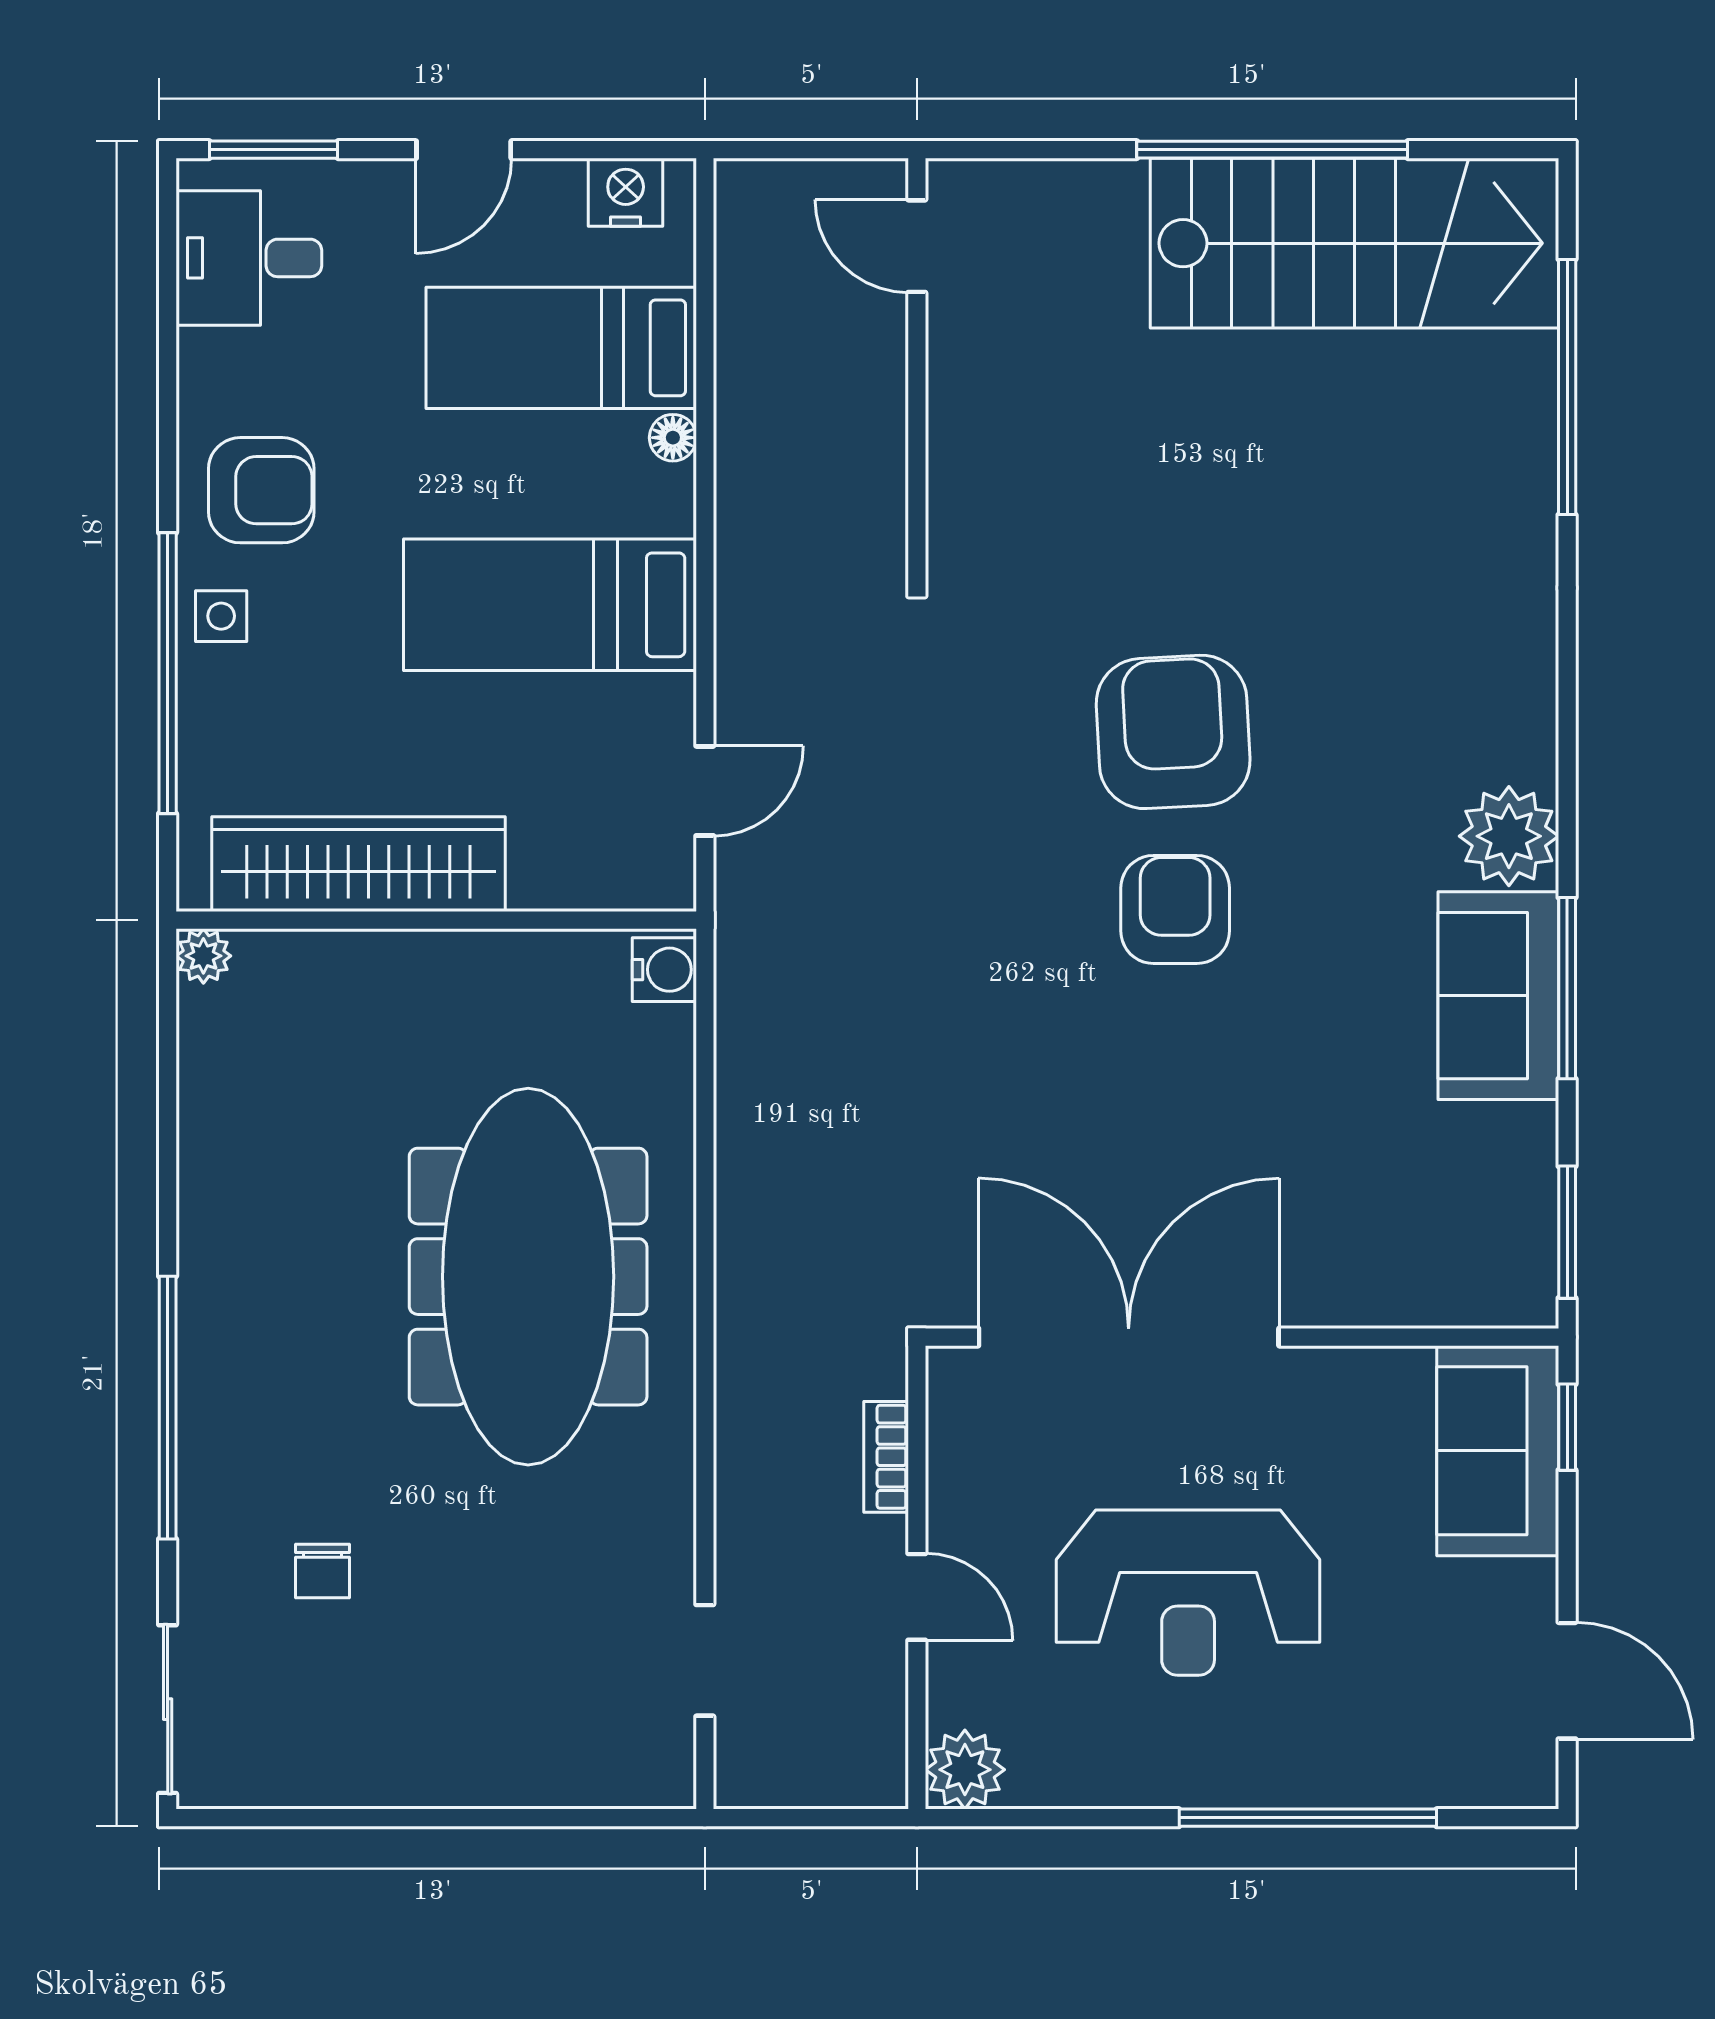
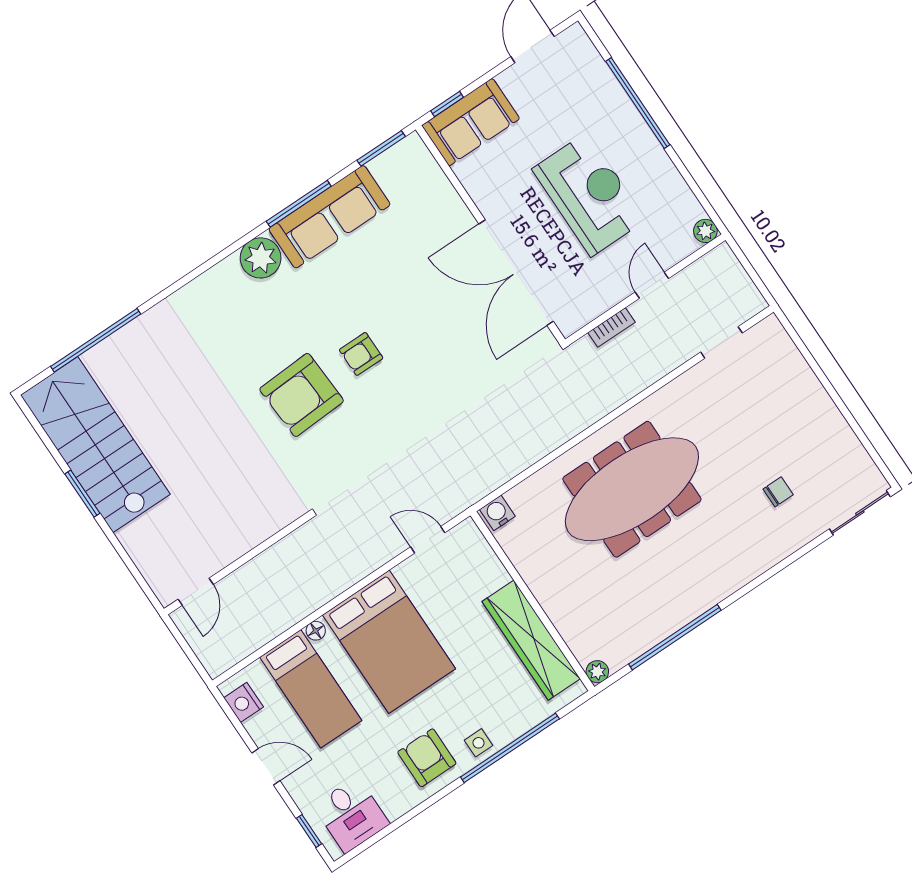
window: (274, 150) -> (309, 831), width x0.67
window: (1272, 150) -> (82, 494), width x0.47
bed: (550, 605) -> (389, 642), width x1.50
armchair: (1175, 909) -> (361, 354), width x0.72, depth x0.72
sofa: (1498, 996) -> (329, 217), width x1.36
window: (168, 1408) -> (675, 637), moved
plant: (965, 1770) -> (705, 231), width x0.73, depth x0.73

